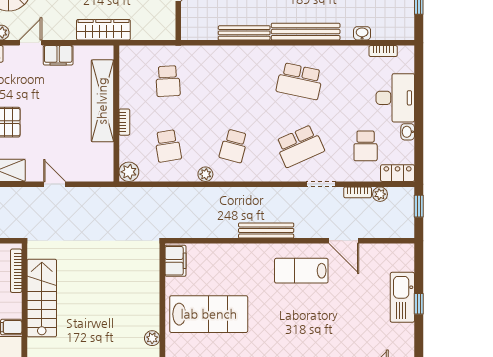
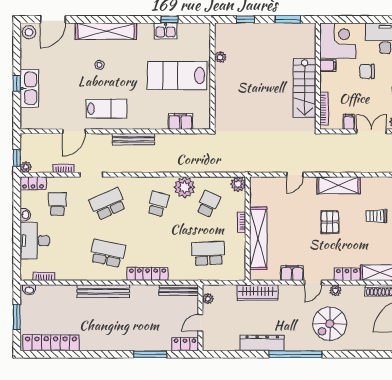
plant: (169, 22) -> (208, 299), added
bench: (244, 33) -> (179, 290), moved
washbasin: (362, 33) -> (29, 290), moved
locker: (247, 54) -> (148, 274), added
school desk: (168, 81) -> (208, 253), width x1.85
school desk: (168, 146) -> (208, 204), turned 33
plant: (205, 174) -> (185, 187), width x1.88, depth x1.88
door: (55, 184) -> (295, 175), hinge flipped
plant: (380, 194) -> (26, 167), moved
door: (344, 241) -> (74, 131), swing flipped
filing cabinet: (175, 261) -> (180, 121), moved, turned 90
stool: (310, 328) -> (99, 65), added

